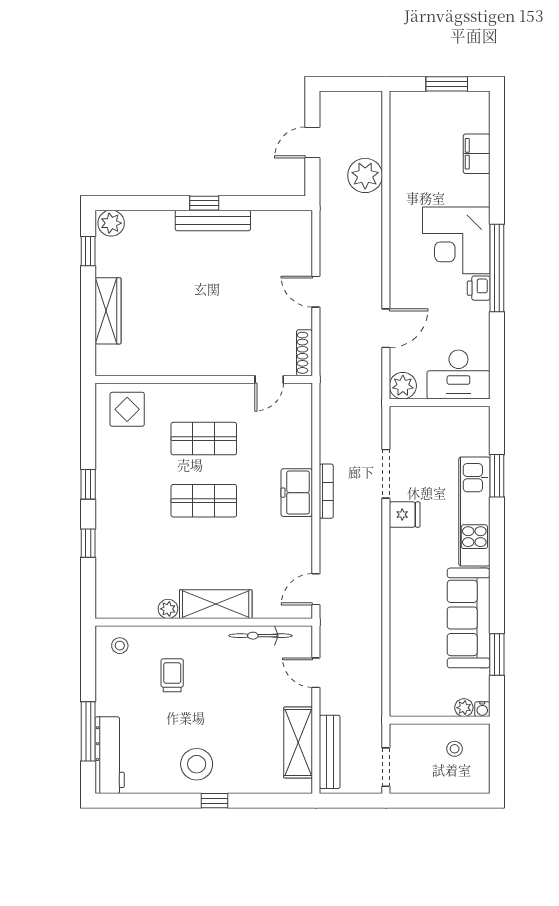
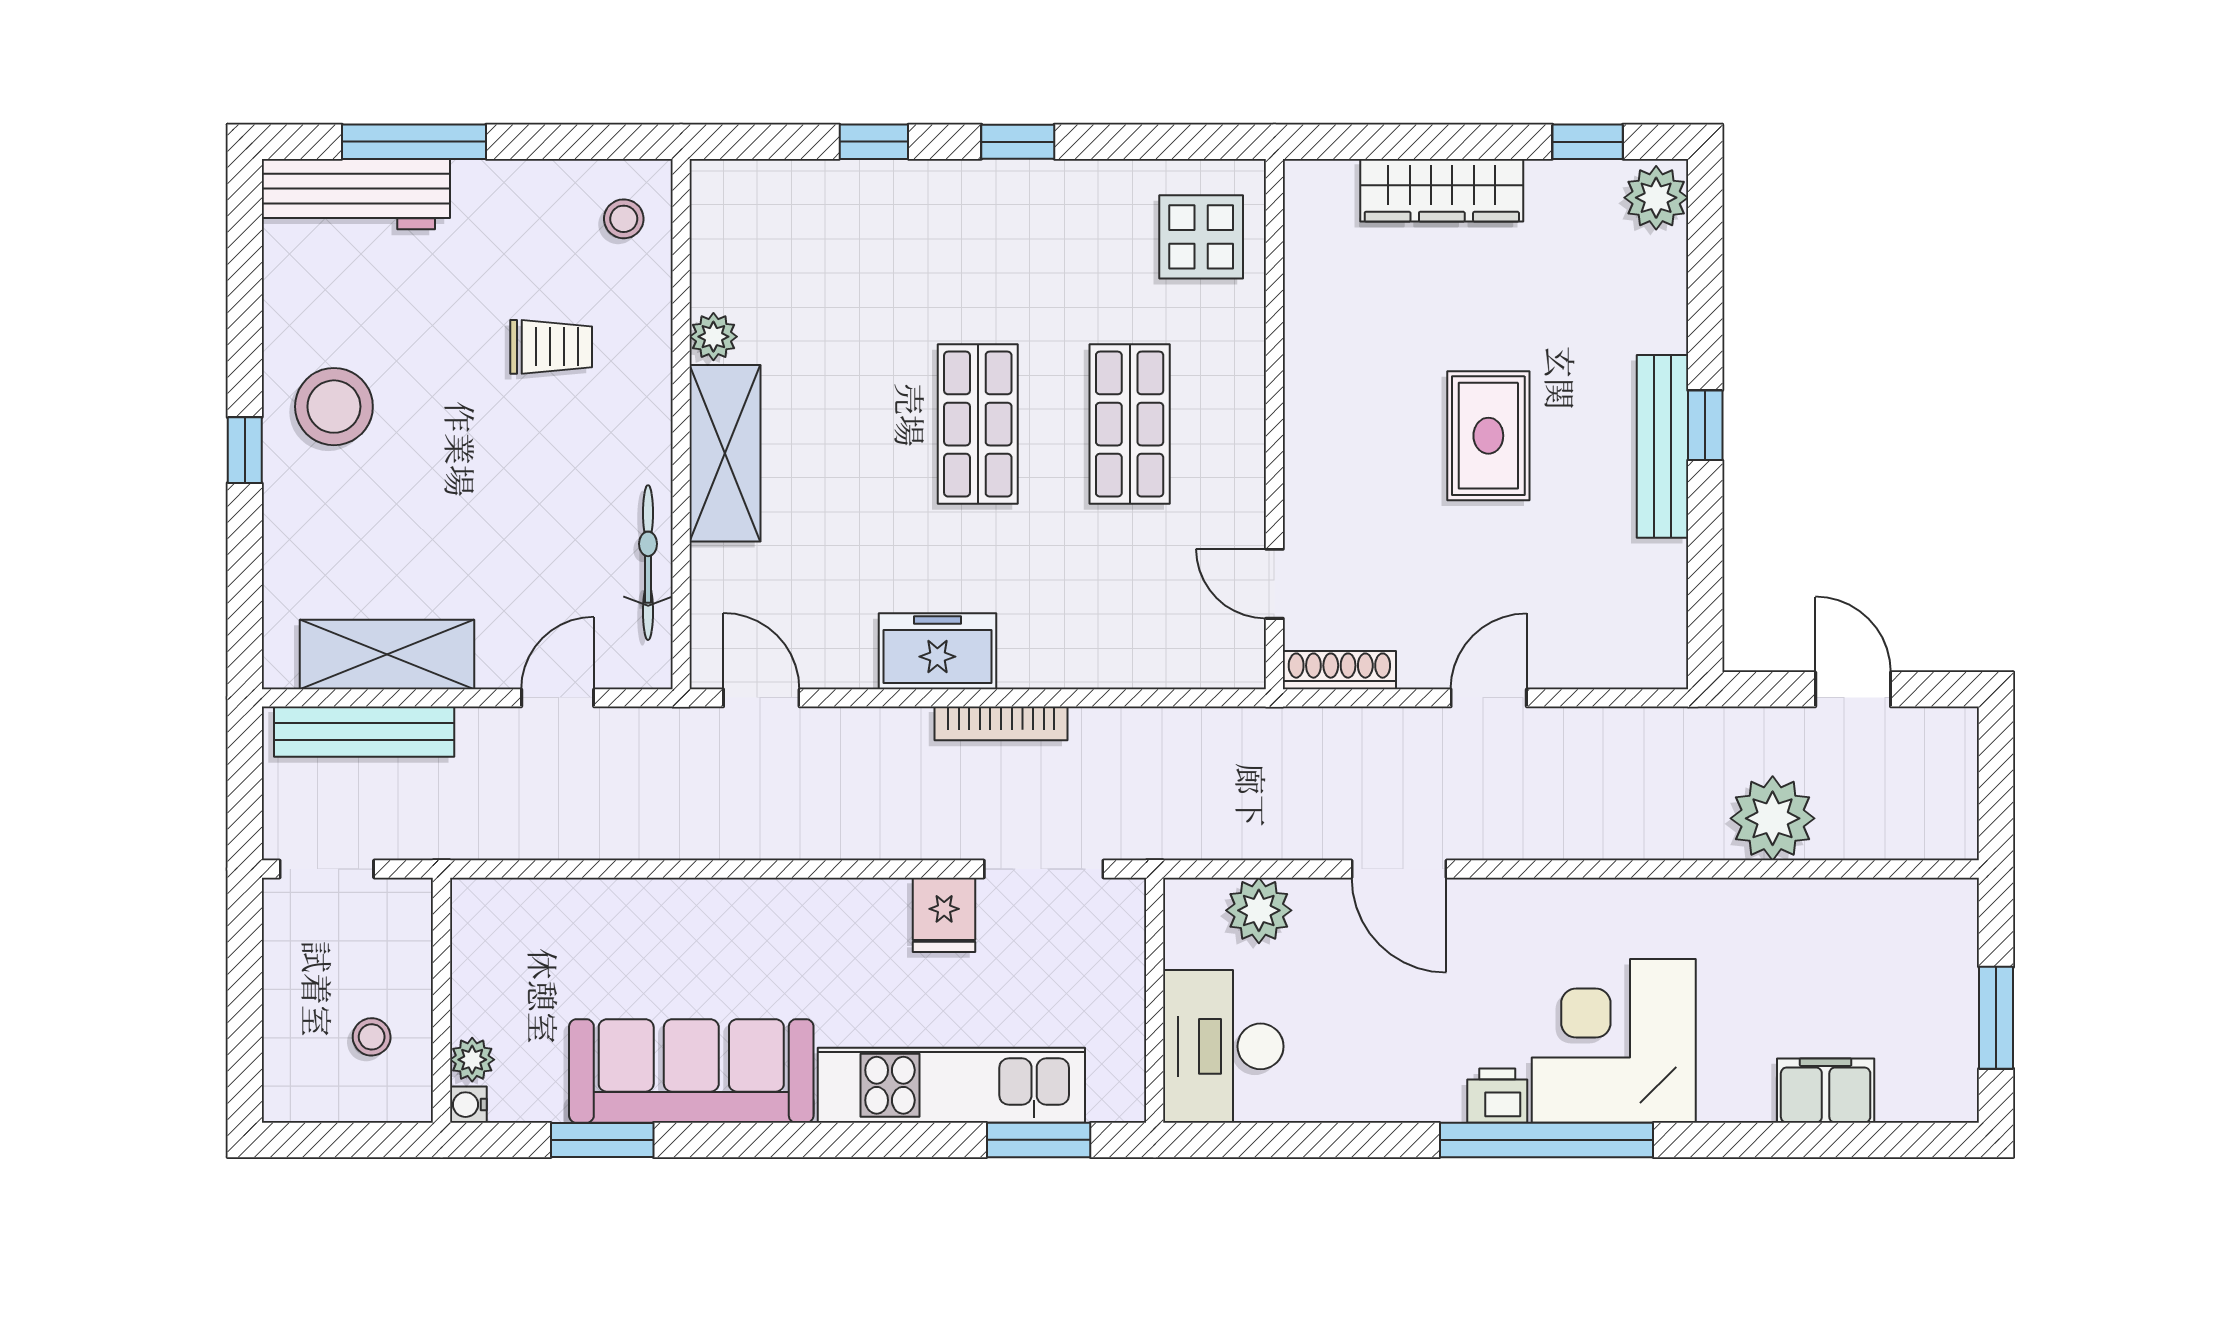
rug: (209, 292) -> (1488, 436), added
desk: (458, 375) -> (1223, 1046), moved
wall: (440, 403) -> (1155, 1000), moved
freezer: (297, 493) -> (937, 651), moved

